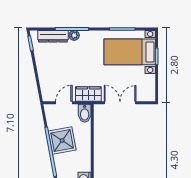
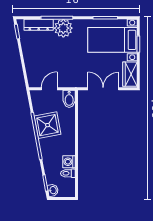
plant: (74, 35) -> (63, 28), width x1.88, depth x1.88
wardrobe: (88, 94) -> (130, 74), moved, turned -90

